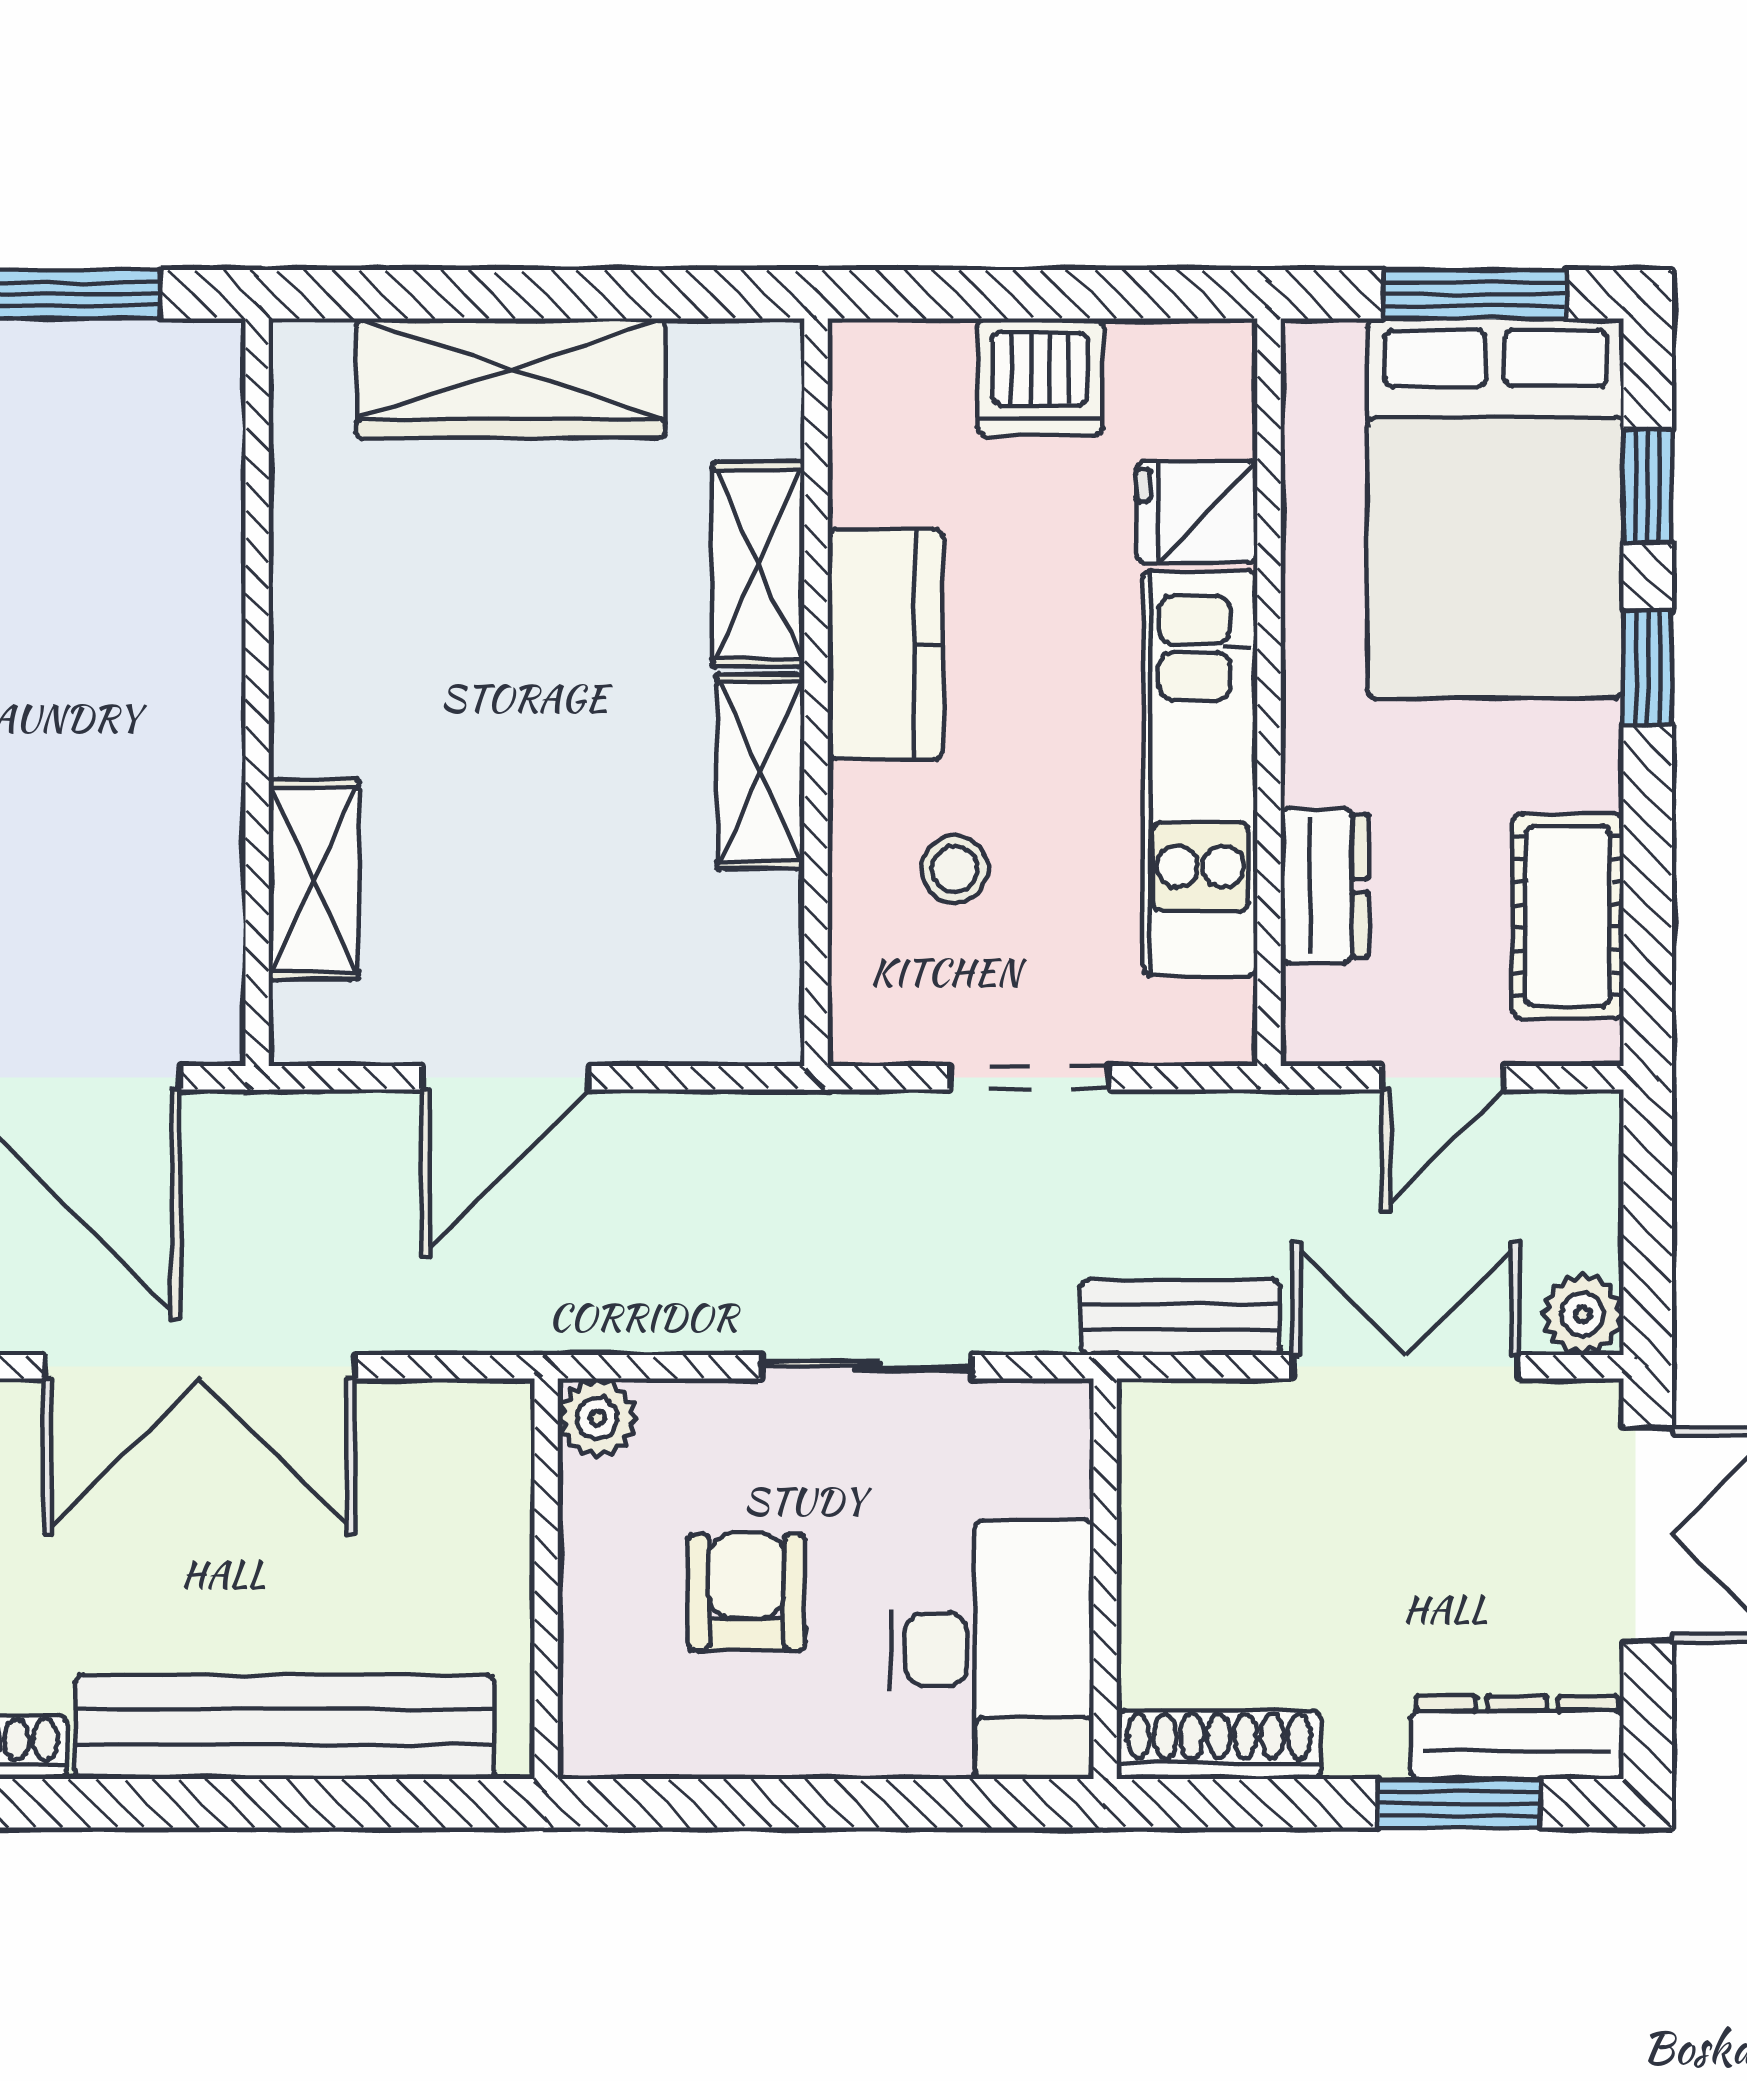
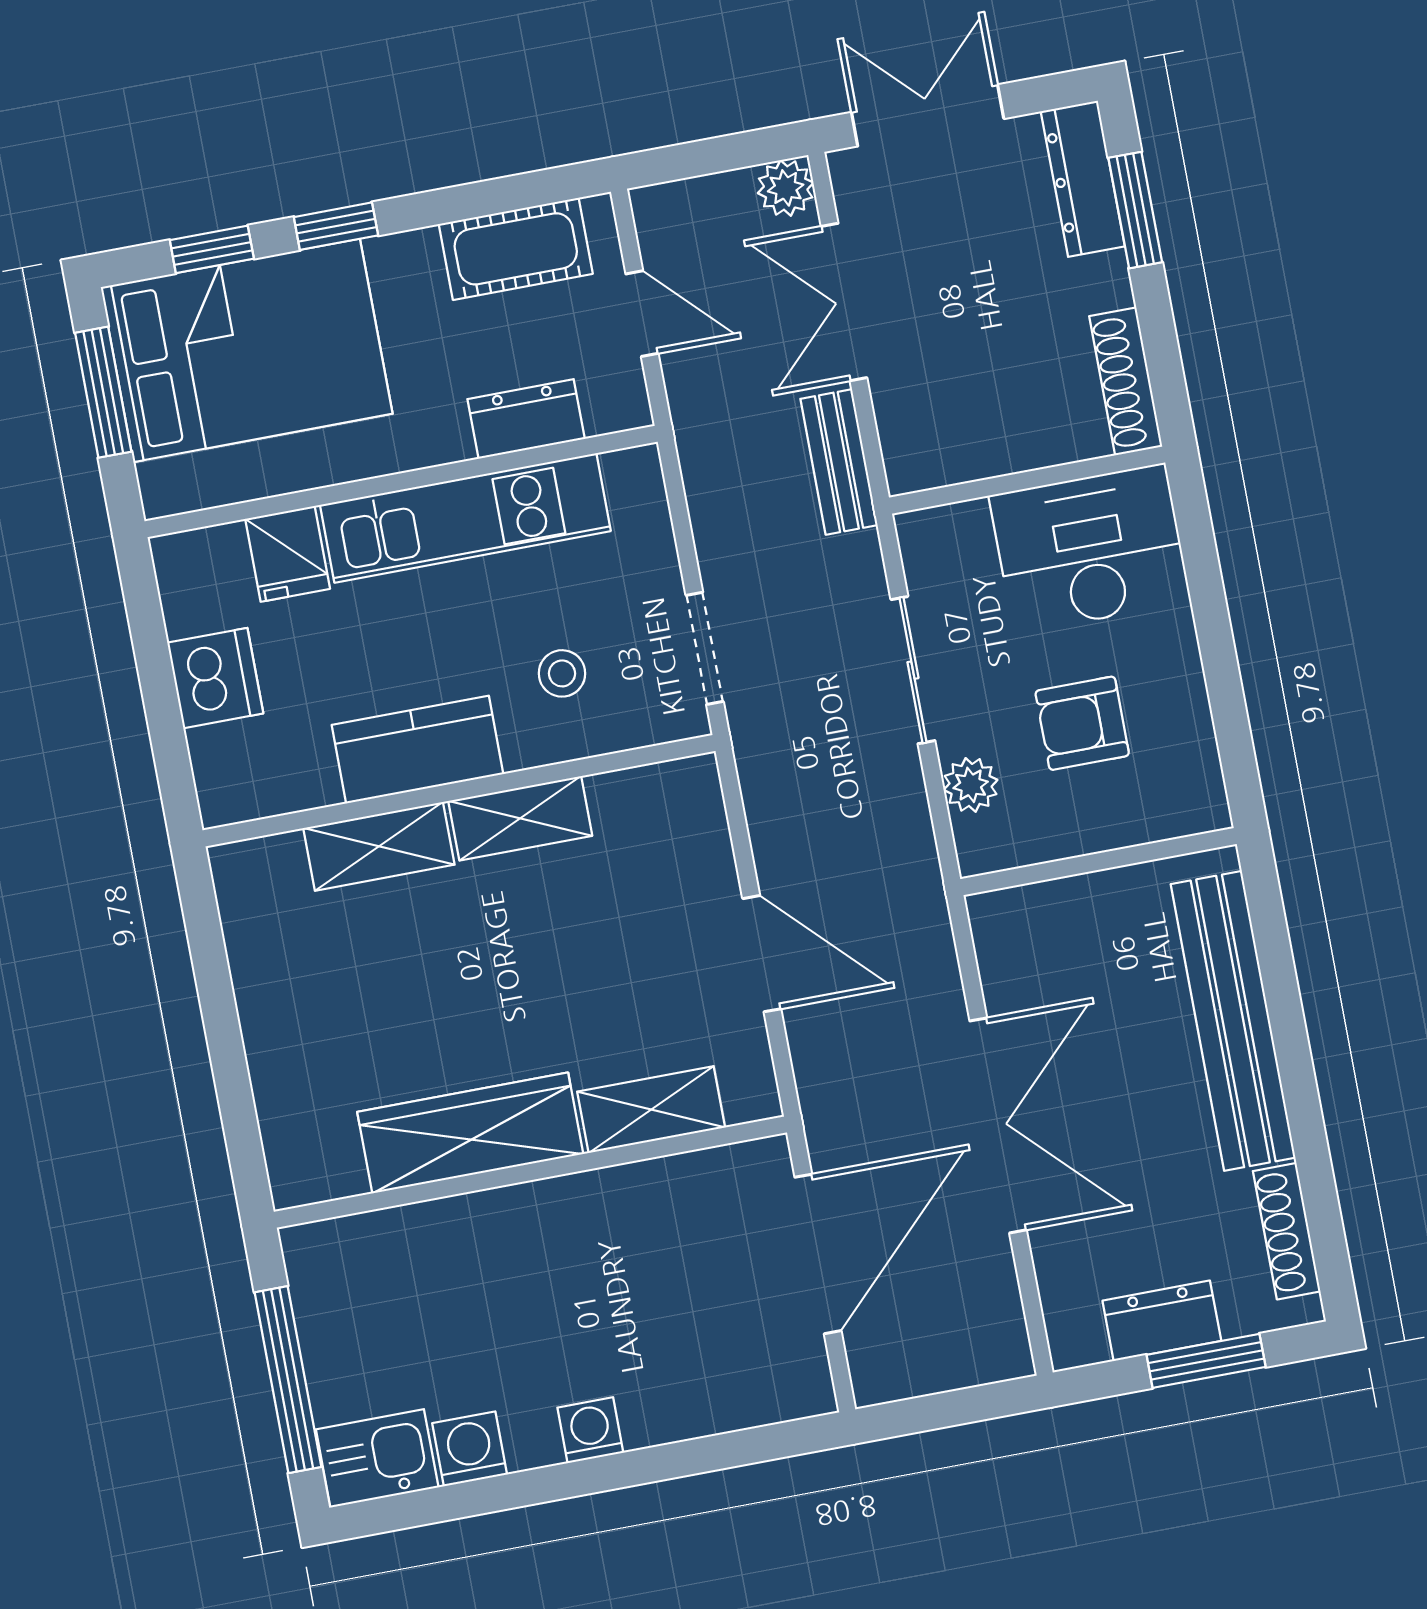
wardrobe: (511, 378) -> (470, 1133), moved, turned -90
doorway: (1030, 1078) -> (705, 648), moved
plant: (597, 1418) -> (971, 785), moved

